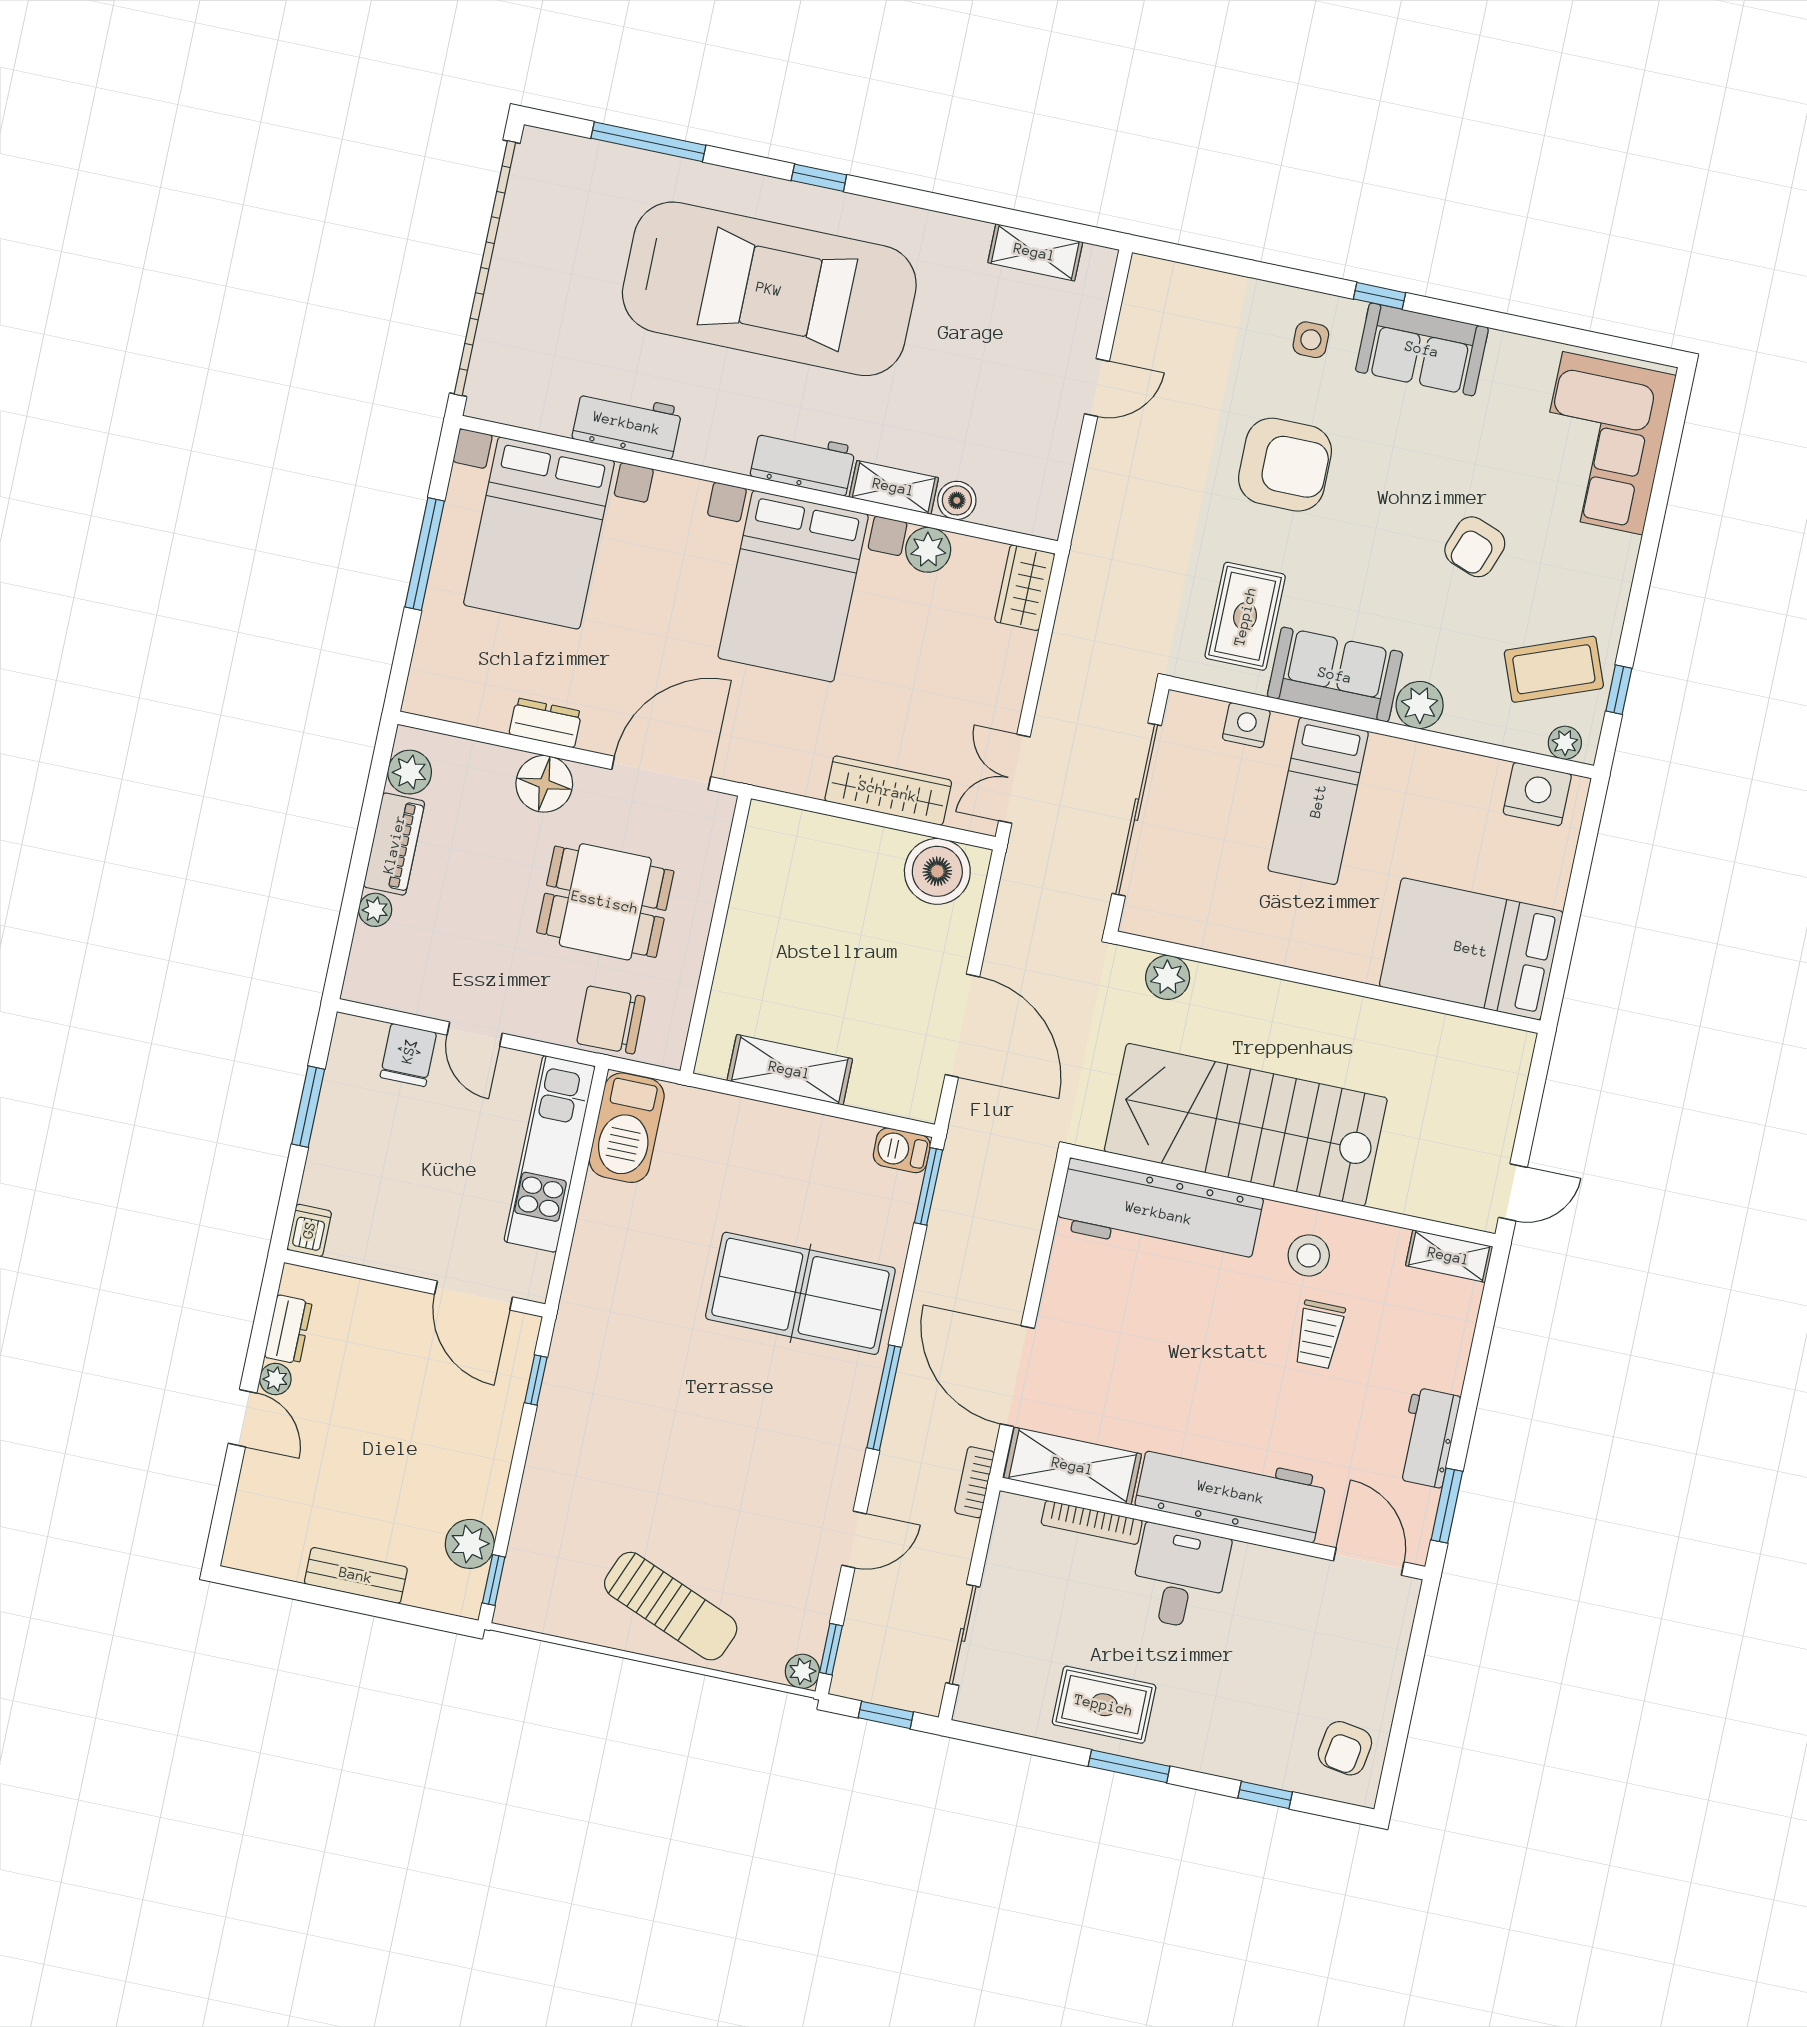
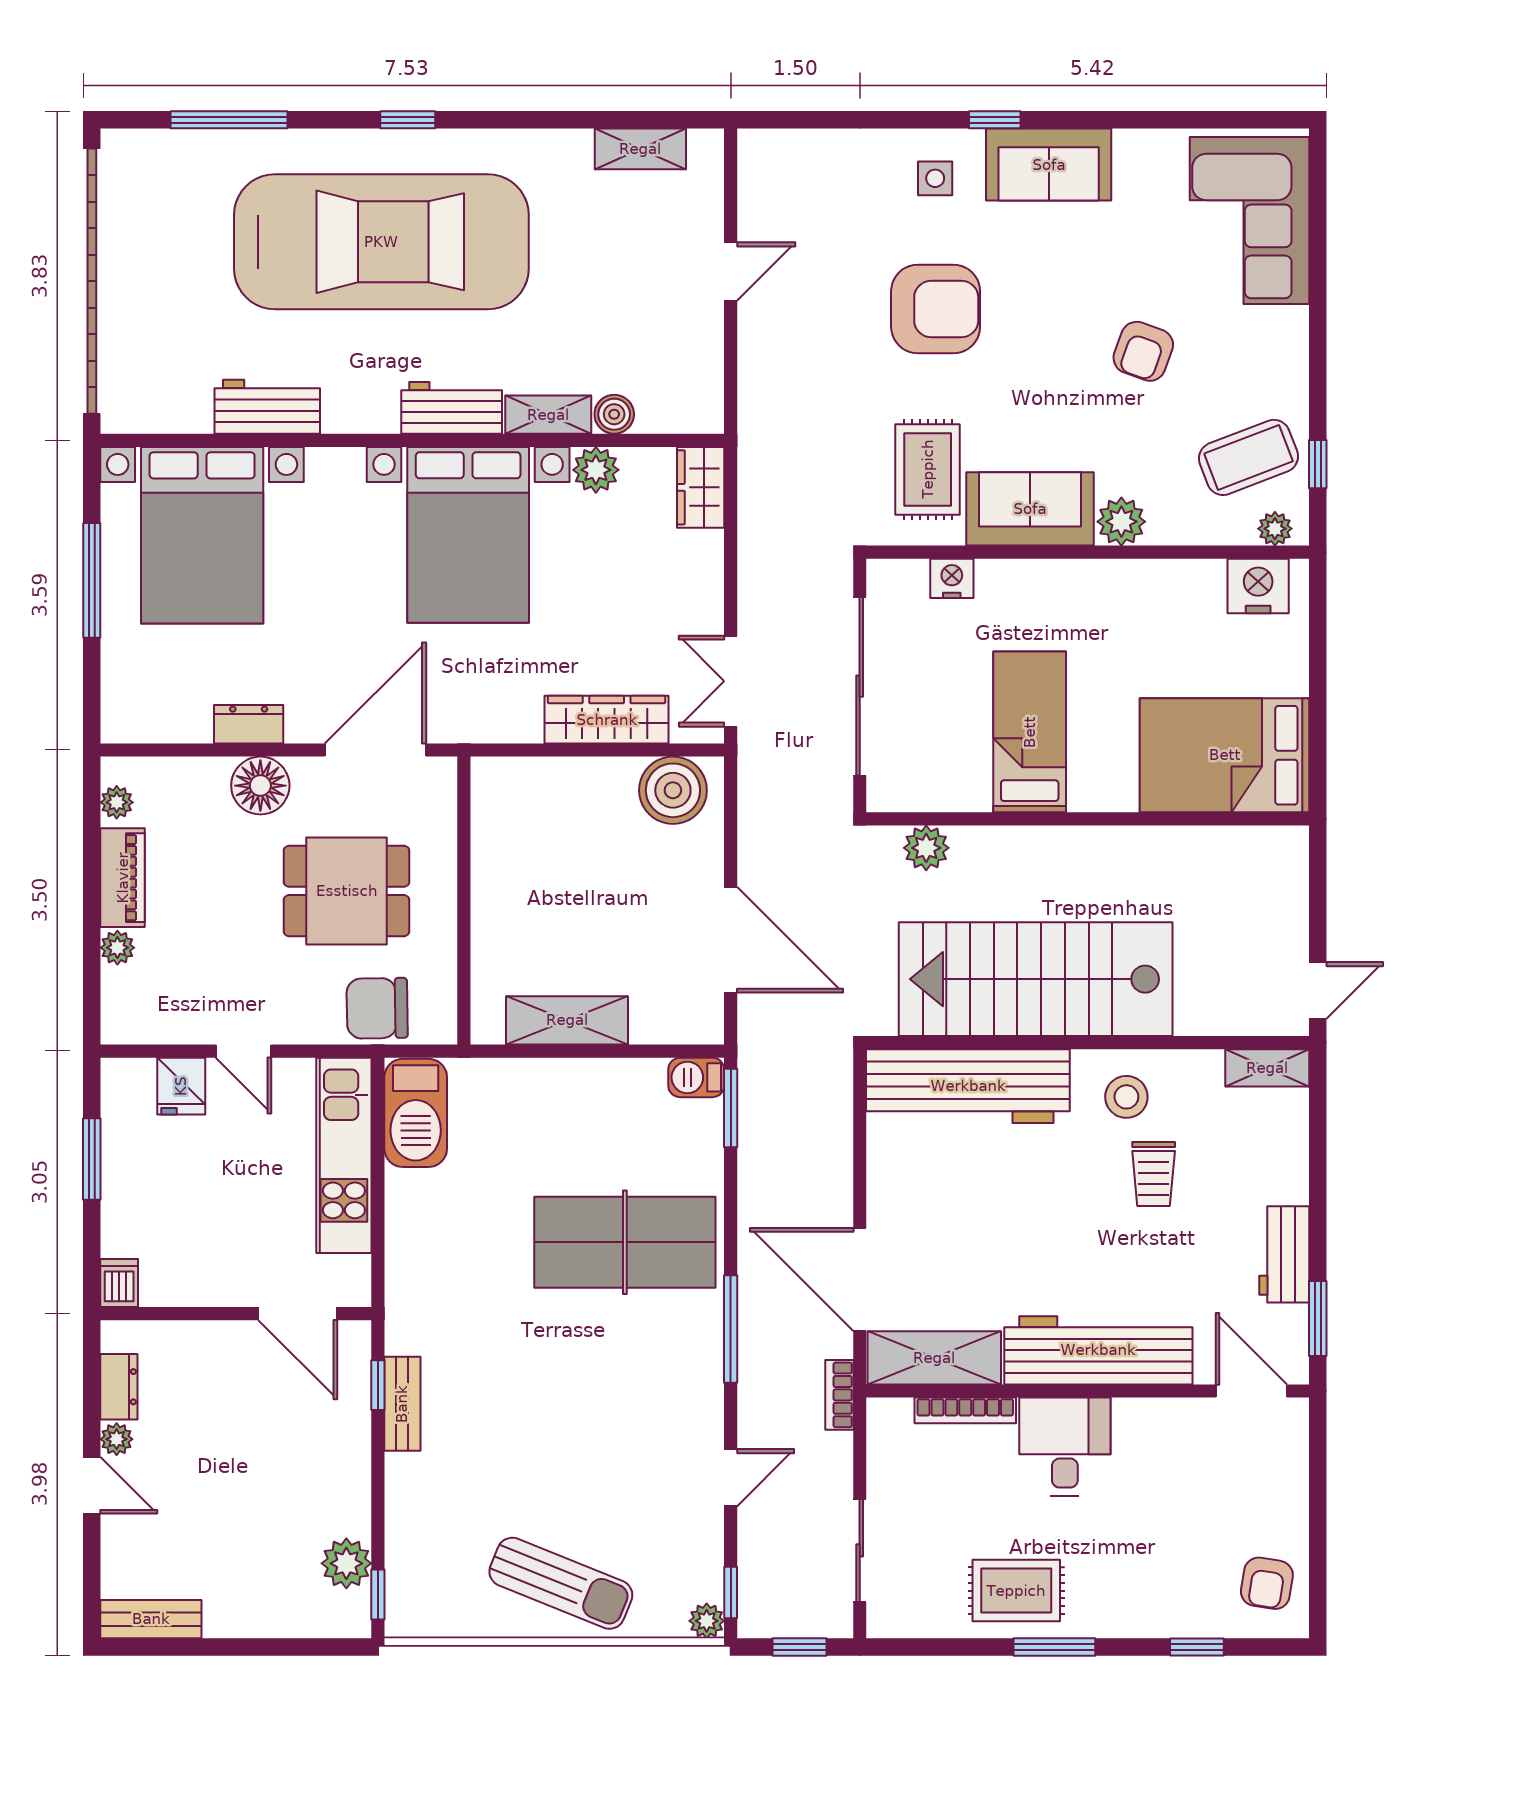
plant: (410, 772) -> (117, 802), width x0.73, depth x0.73
bed: (1318, 801) -> (1030, 732), moved, turned 180
bench: (555, 1403) -> (402, 1404), added
bench: (356, 1575) -> (151, 1619), moved

